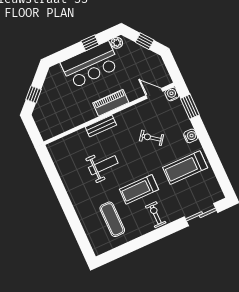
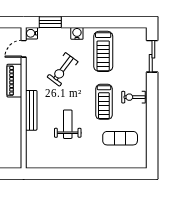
piano: (111, 103) -> (14, 81), moved
bench: (101, 126) -> (31, 110), width x1.36
exercise bike: (152, 138) -> (63, 69), width x1.38, depth x1.39

